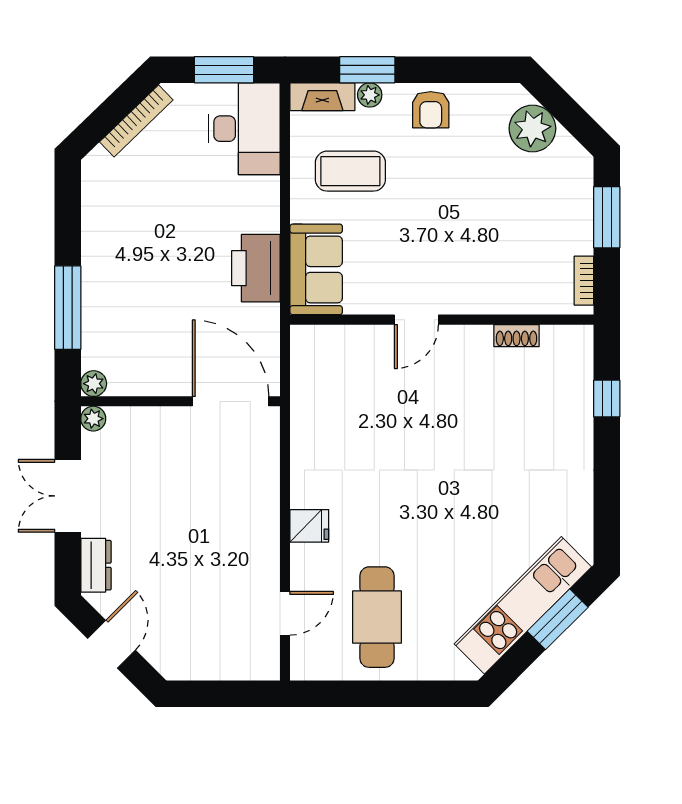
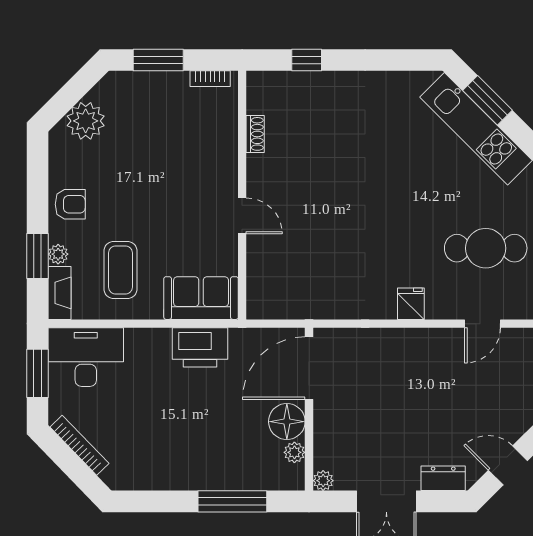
floor lamp: (165, 374) -> (287, 422), added
plant: (94, 384) -> (294, 452), moved
door: (285, 613) -> (483, 324), swing flipped

